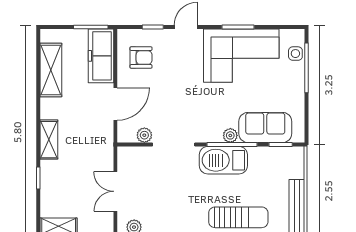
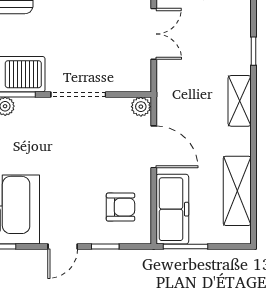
armchair: (141, 58) -> (120, 207), turned 180
door: (115, 104) -> (154, 147), swing flipped
plant: (144, 135) -> (141, 107), moved

